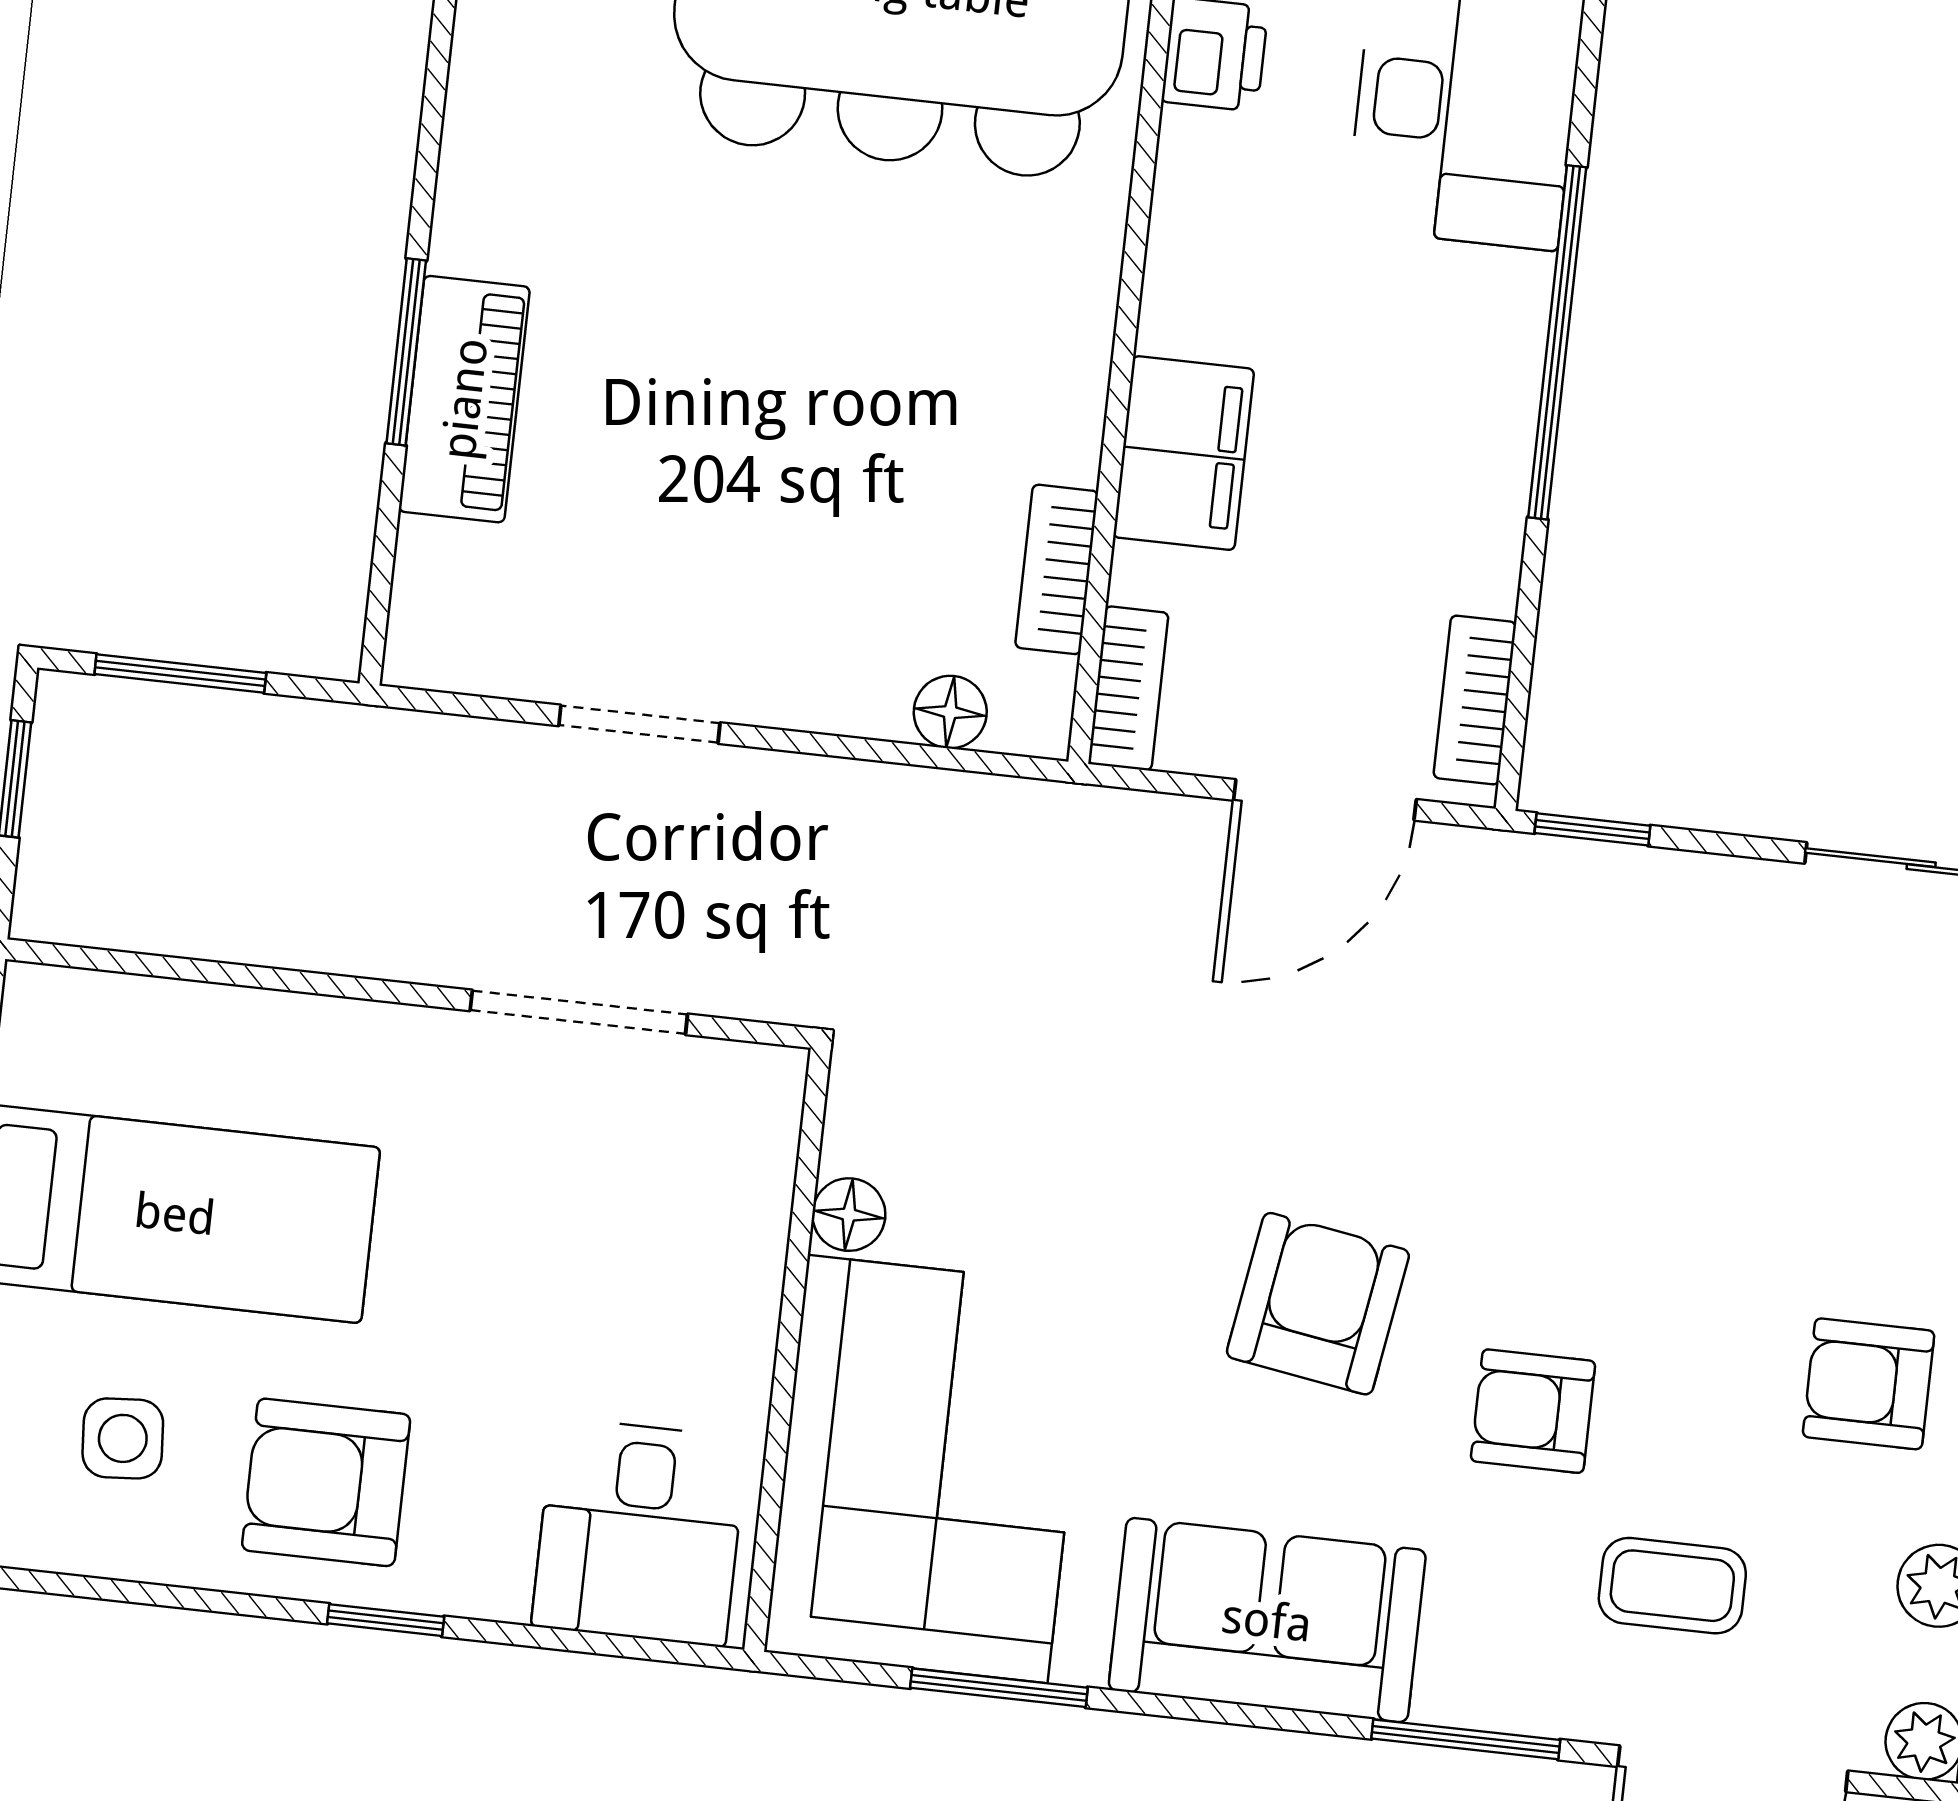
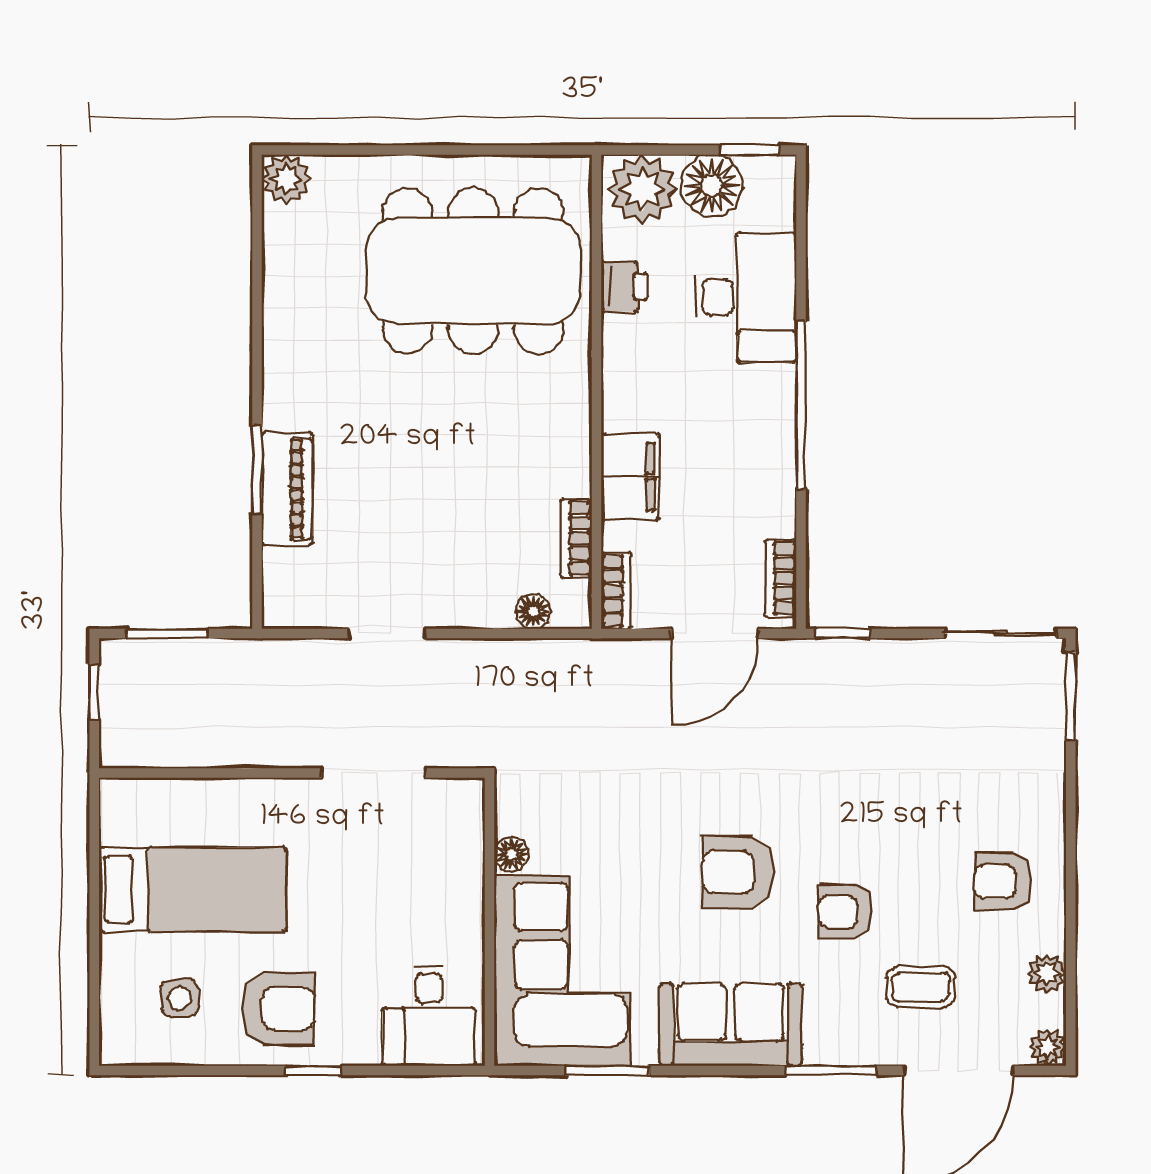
armchair: (1318, 1304) -> (738, 872), turned -99
armchair: (326, 1482) -> (278, 1008), turned 180

